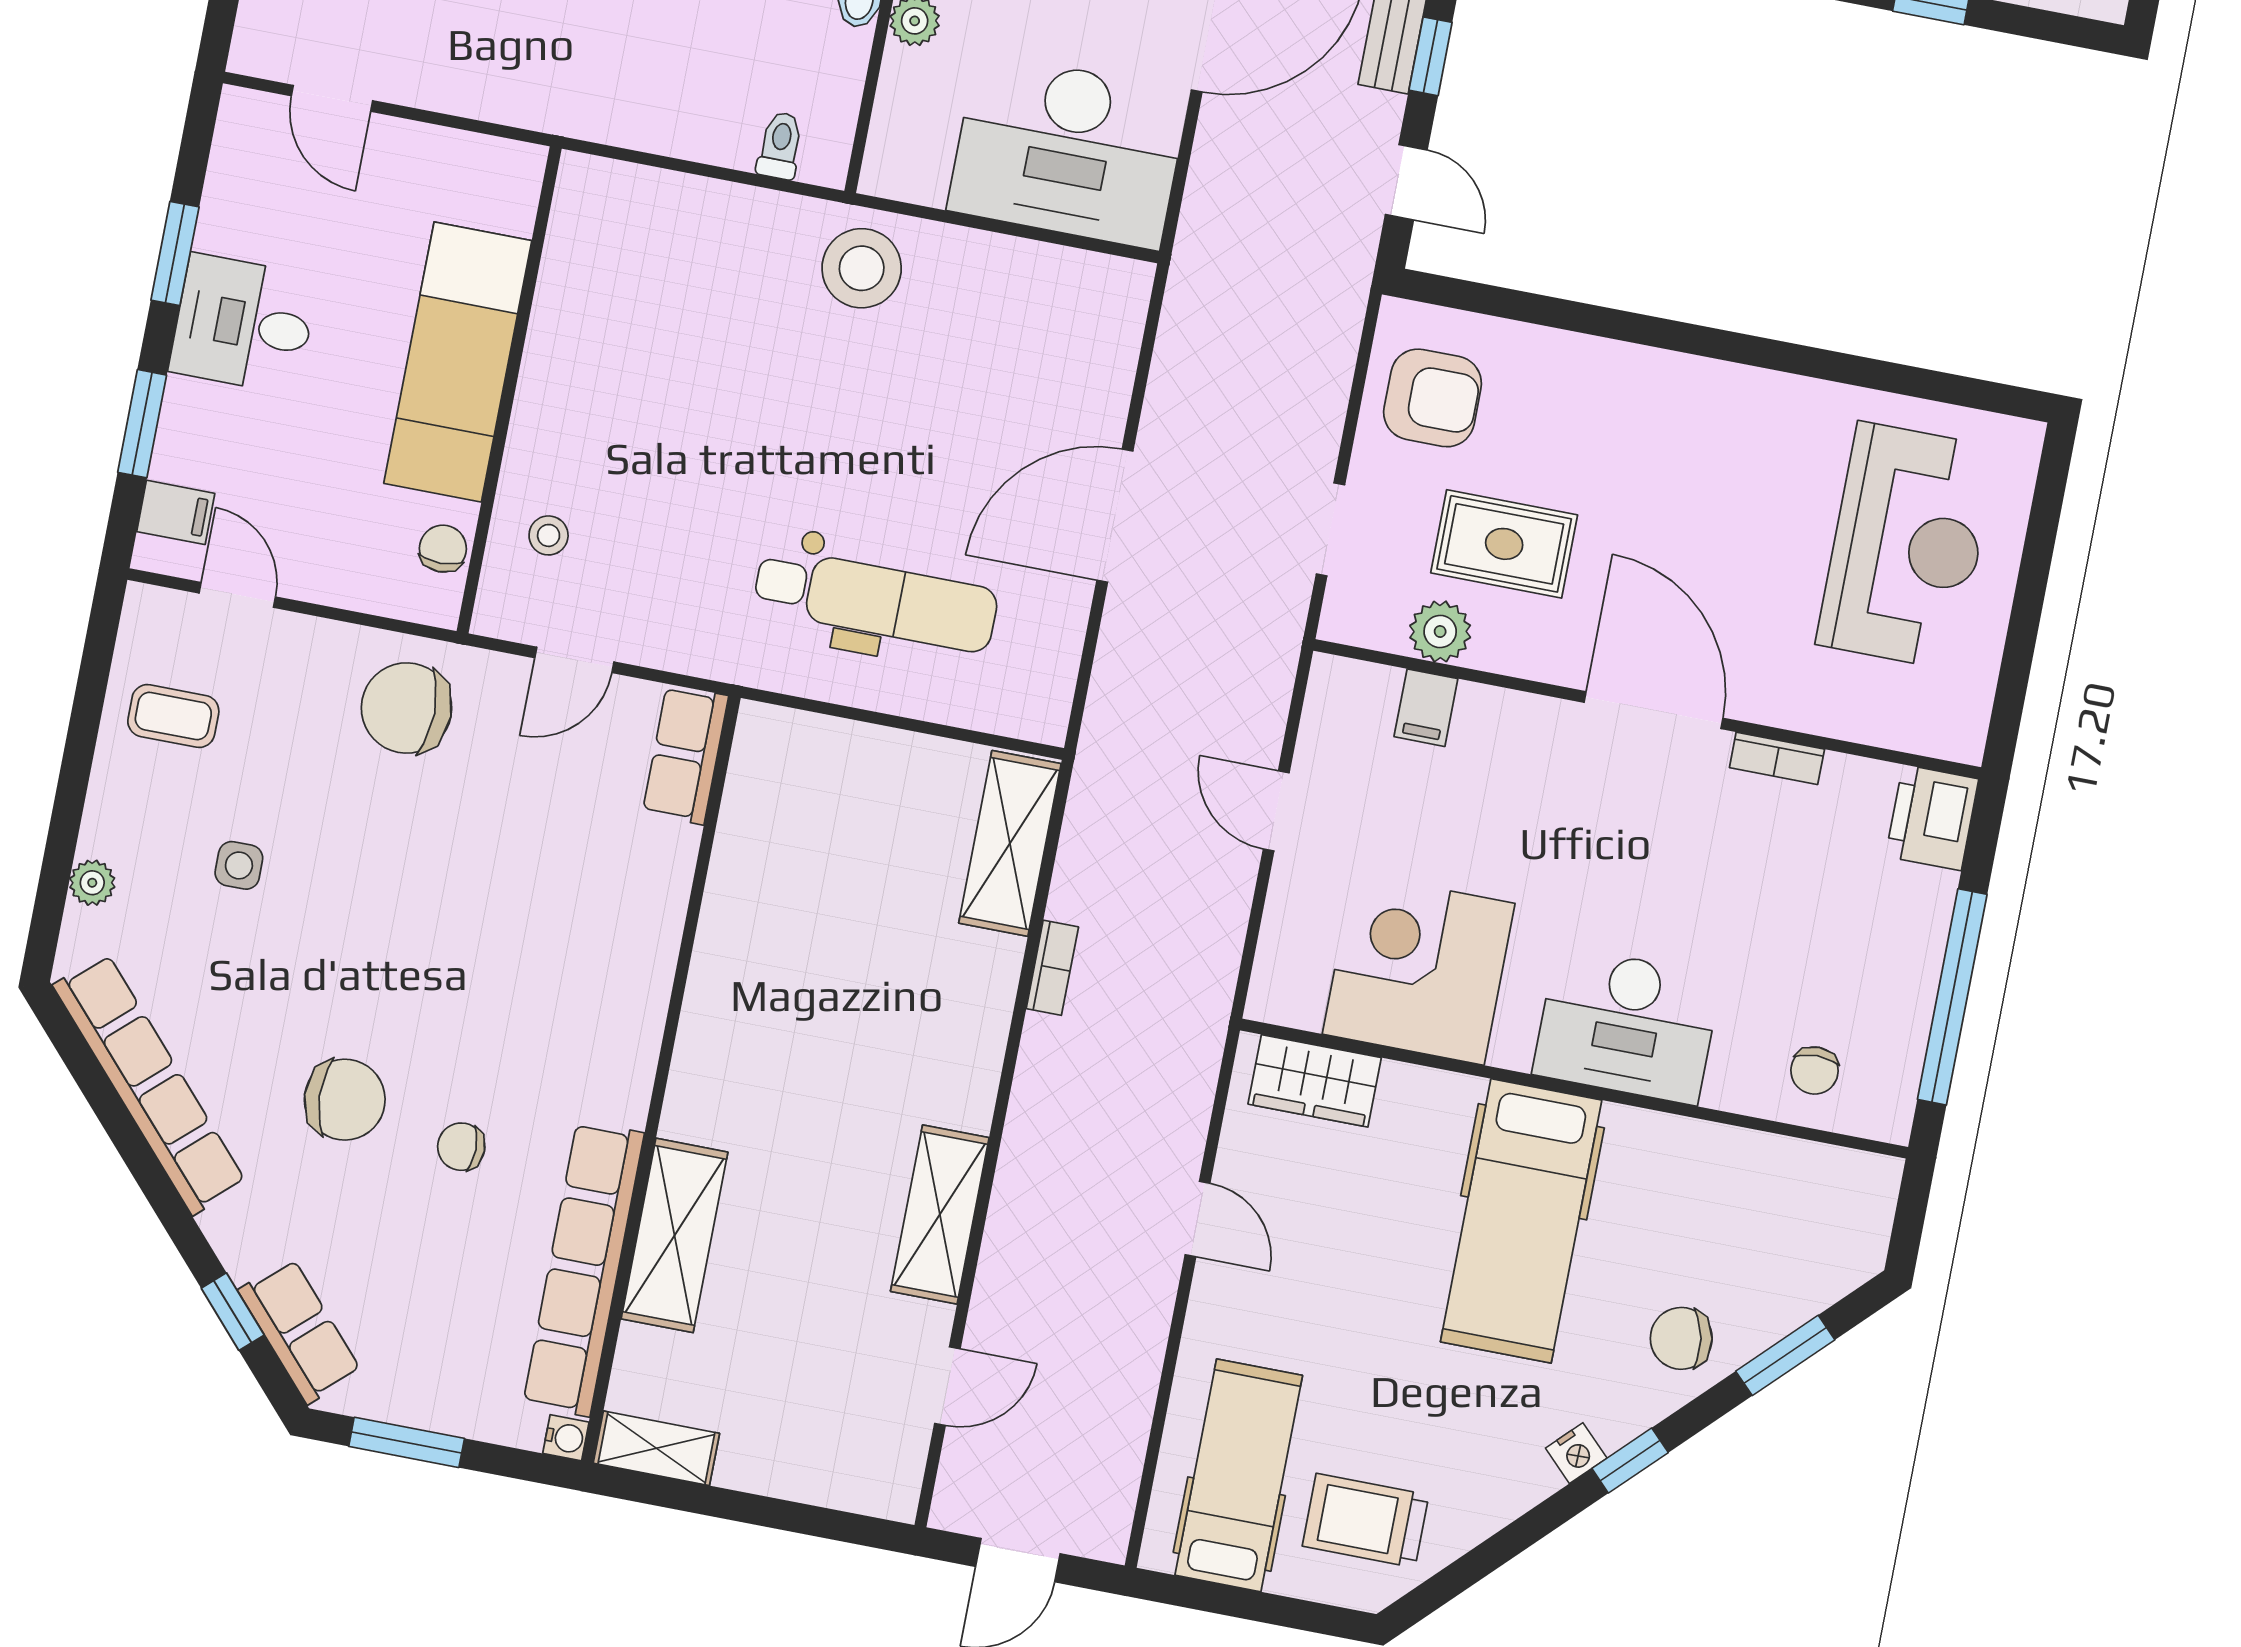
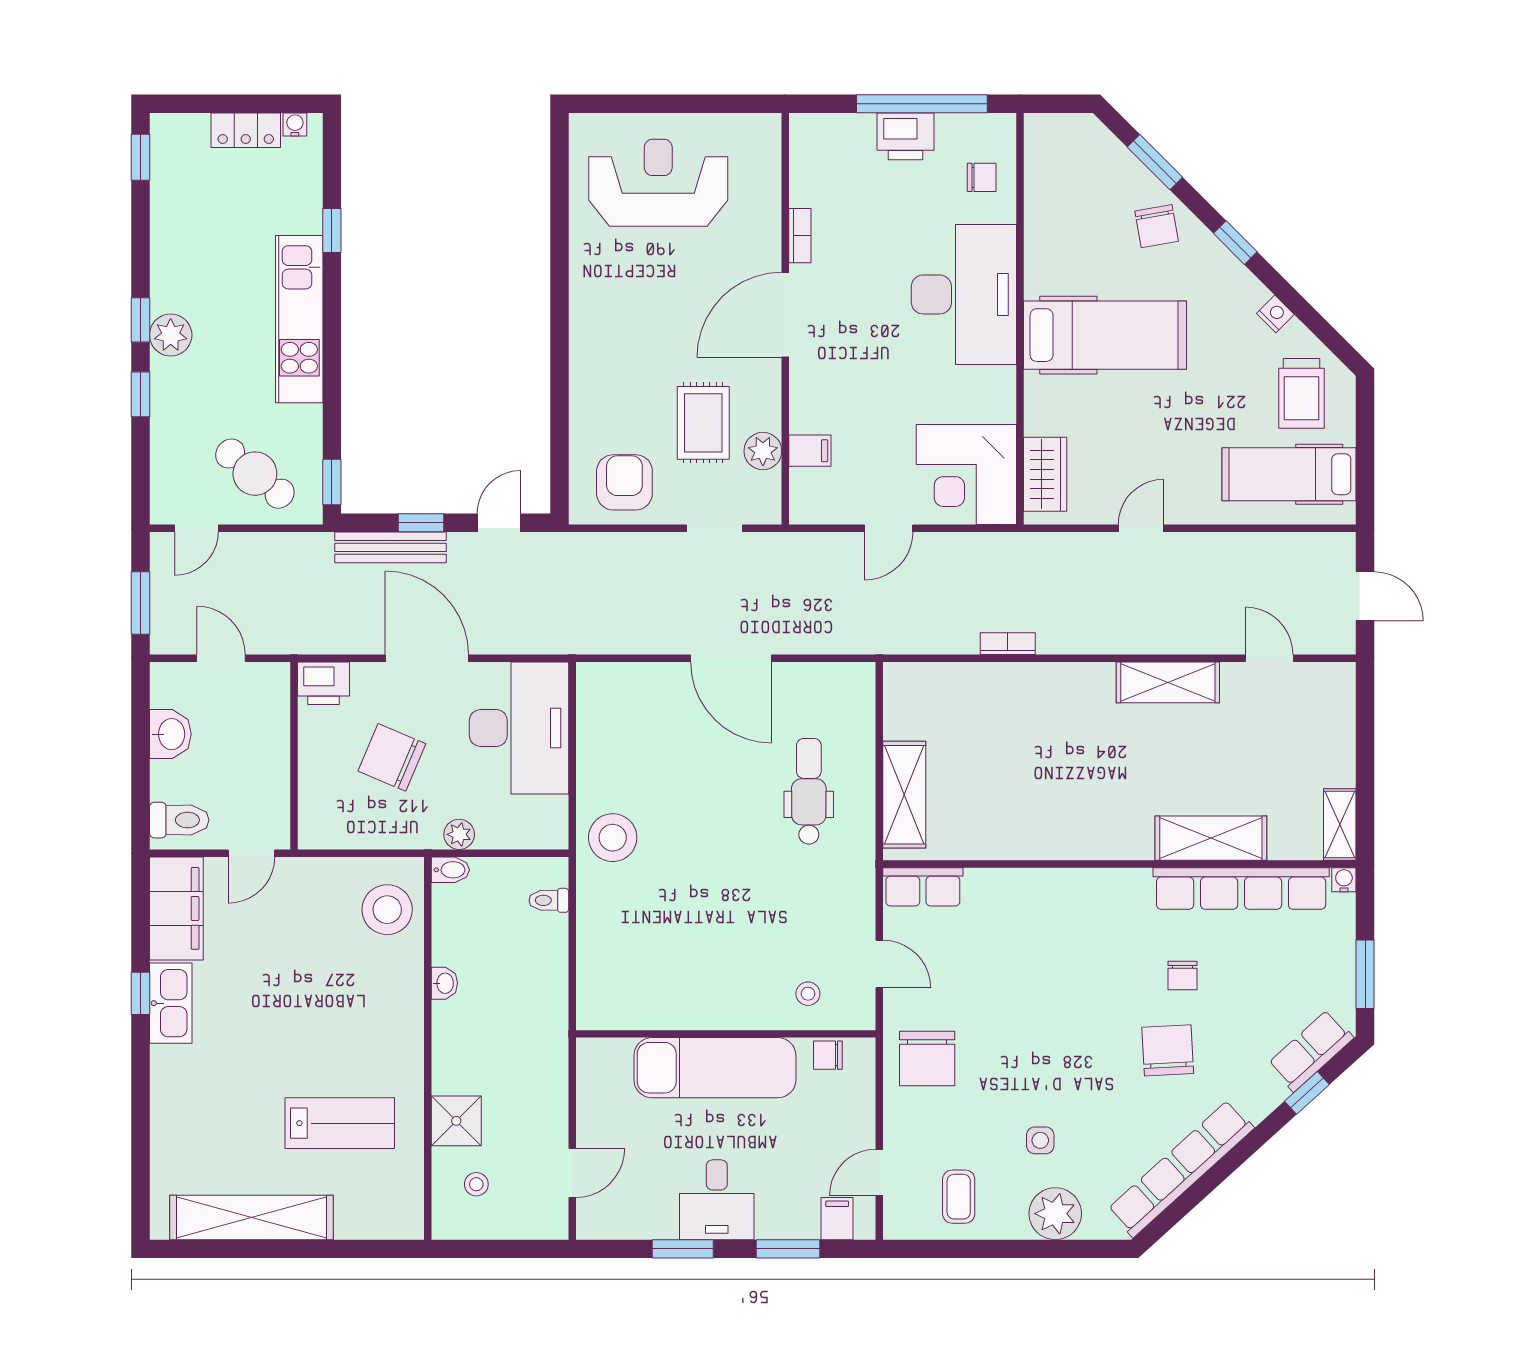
dental chair: (876, 600) -> (809, 791), width x0.73, depth x0.72
printer: (1932, 818) -> (906, 136), moved
shelving: (1010, 843) -> (904, 795), moved, turned 90
plant: (92, 883) -> (1055, 1214), width x1.88, depth x1.88
corner desk: (1419, 969) -> (966, 475), moved
desk: (1627, 1025) -> (964, 294), width x1.36, depth x1.30
nightstand: (1576, 1453) -> (1275, 314), moved

